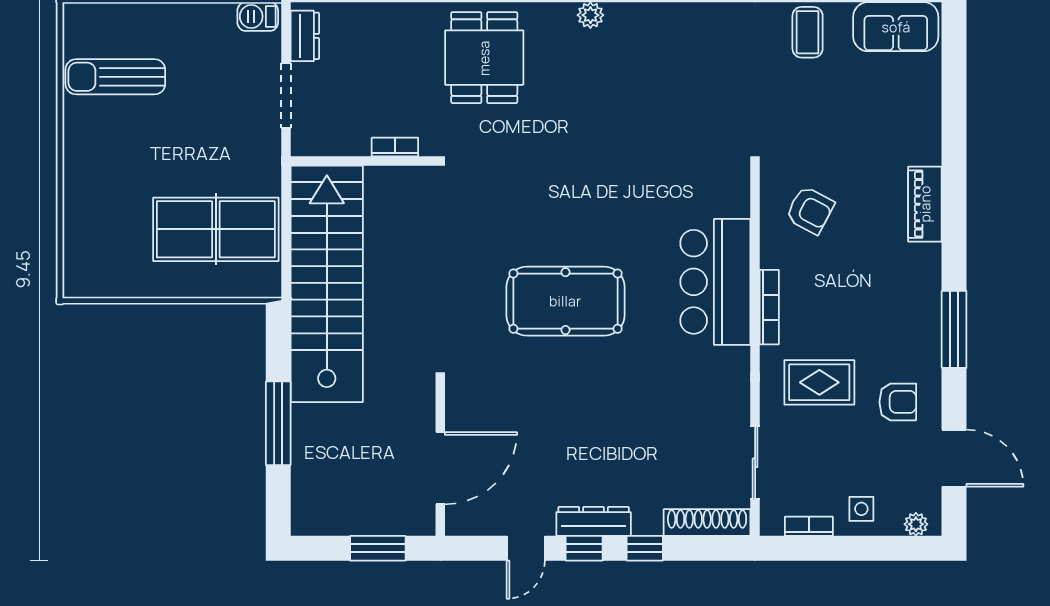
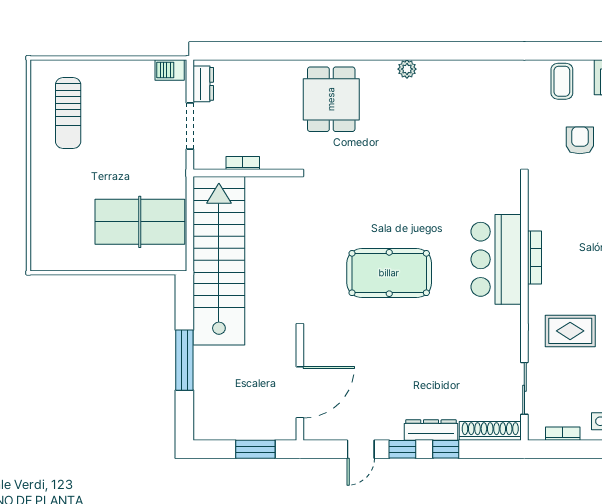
sun lounger: (115, 77) -> (68, 113), turned -90
bookcase: (395, 147) -> (243, 163), moved
armchair: (810, 210) -> (580, 140), moved, turned -118
bookcase: (769, 307) -> (535, 257), moved
dresser: (594, 521) -> (431, 430), moved

